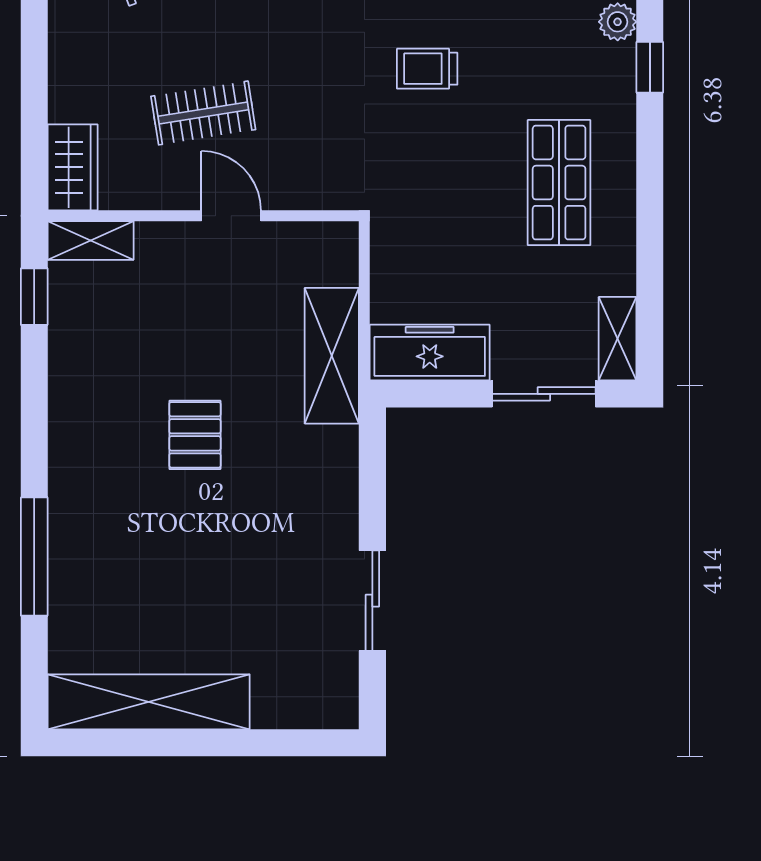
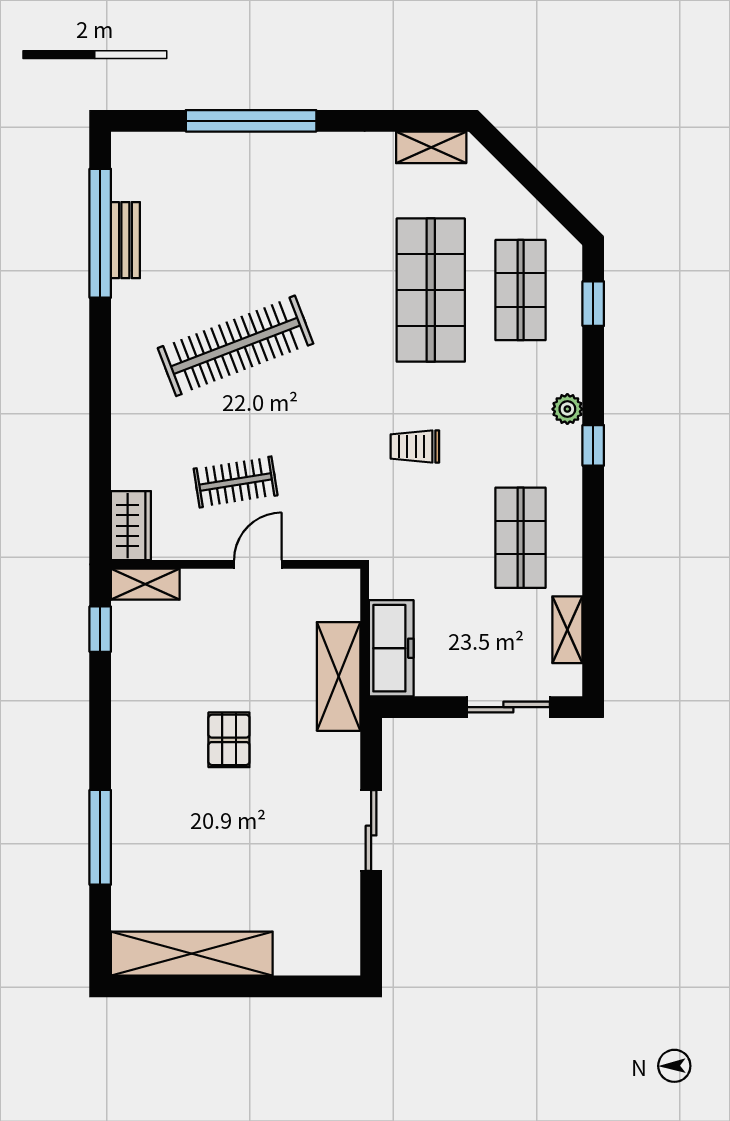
door: (231, 216) -> (258, 564), hinge flipped
shelving: (618, 339) -> (567, 630), moved
freezer: (430, 353) -> (391, 648), moved, turned 90
sliding door: (372, 601) -> (371, 831), moved

